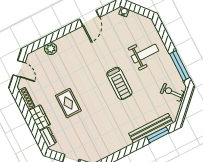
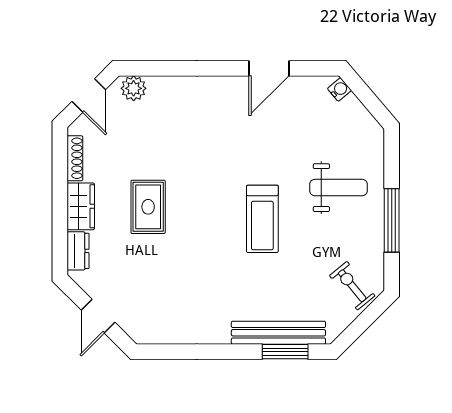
plant: (51, 49) -> (134, 88), moved
window: (180, 66) -> (392, 220), moved

